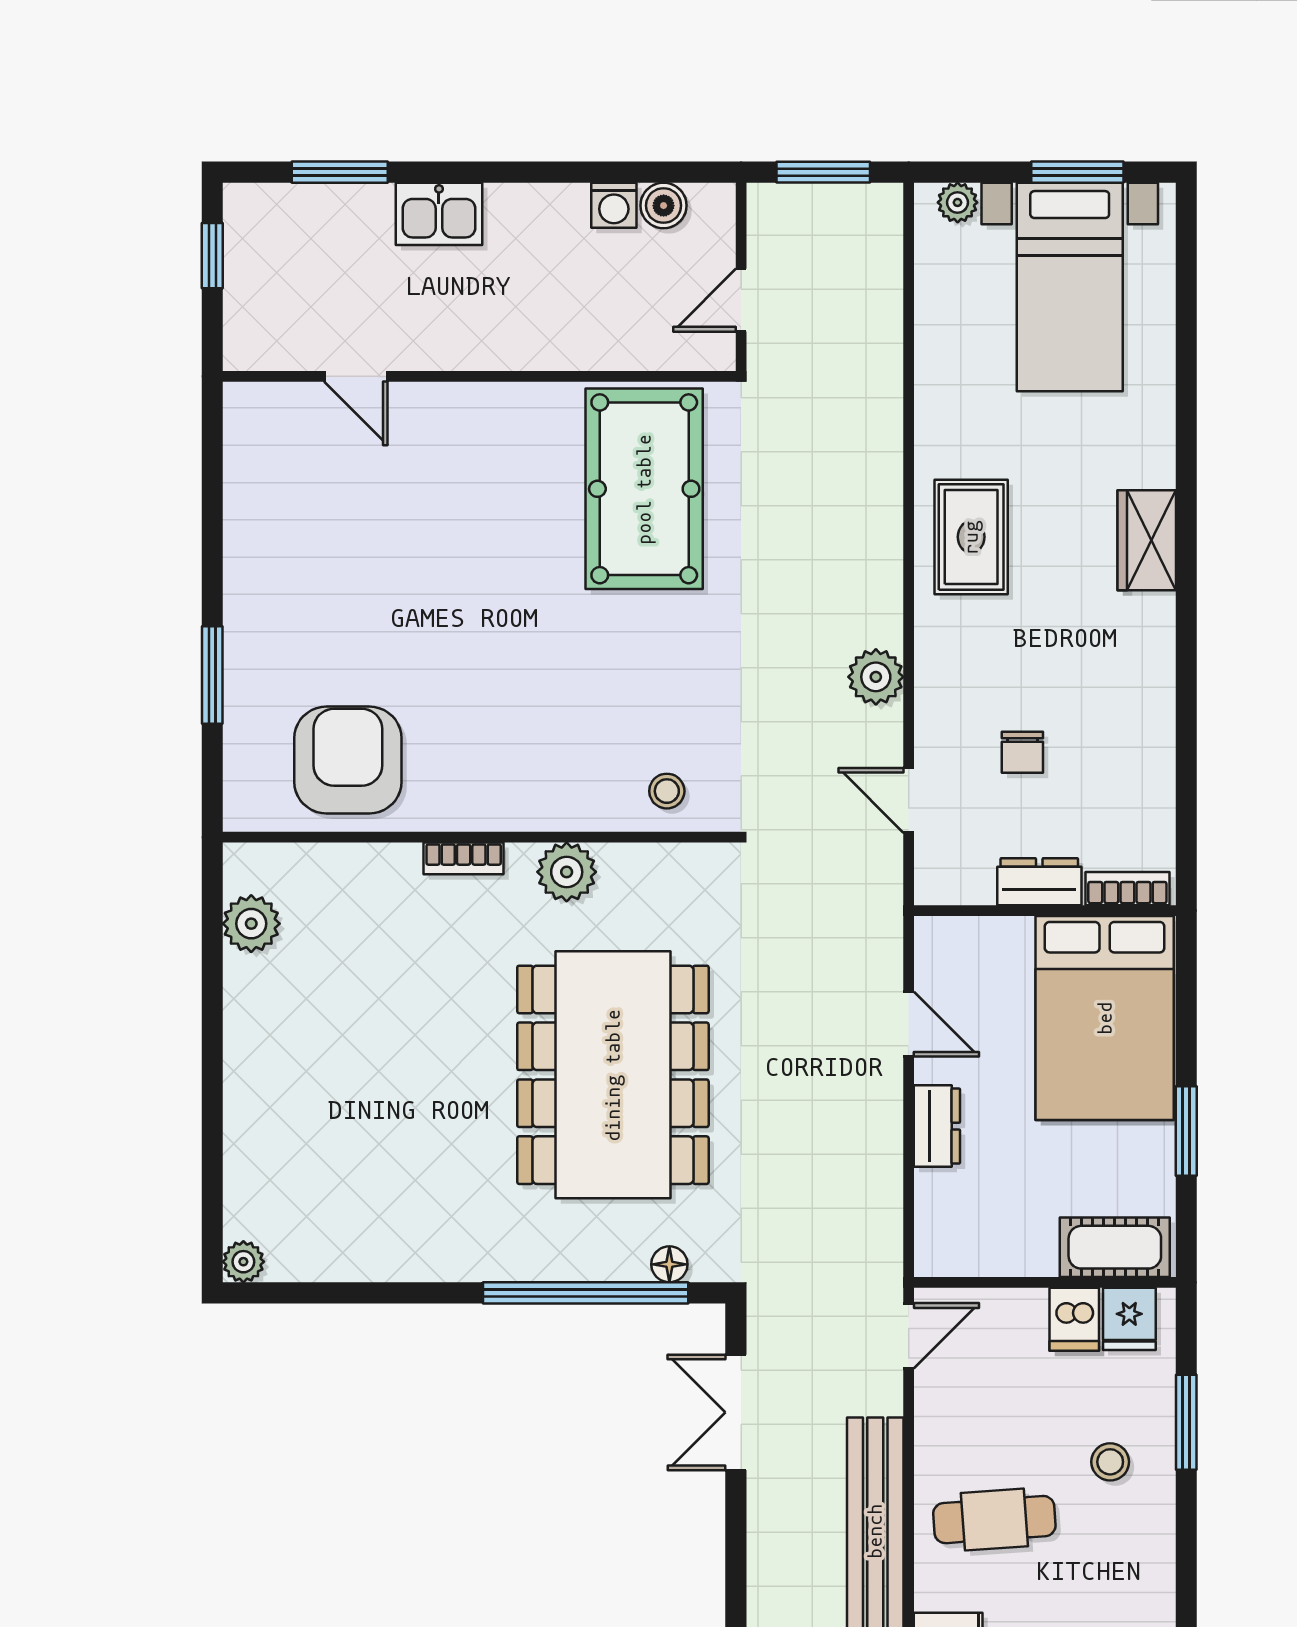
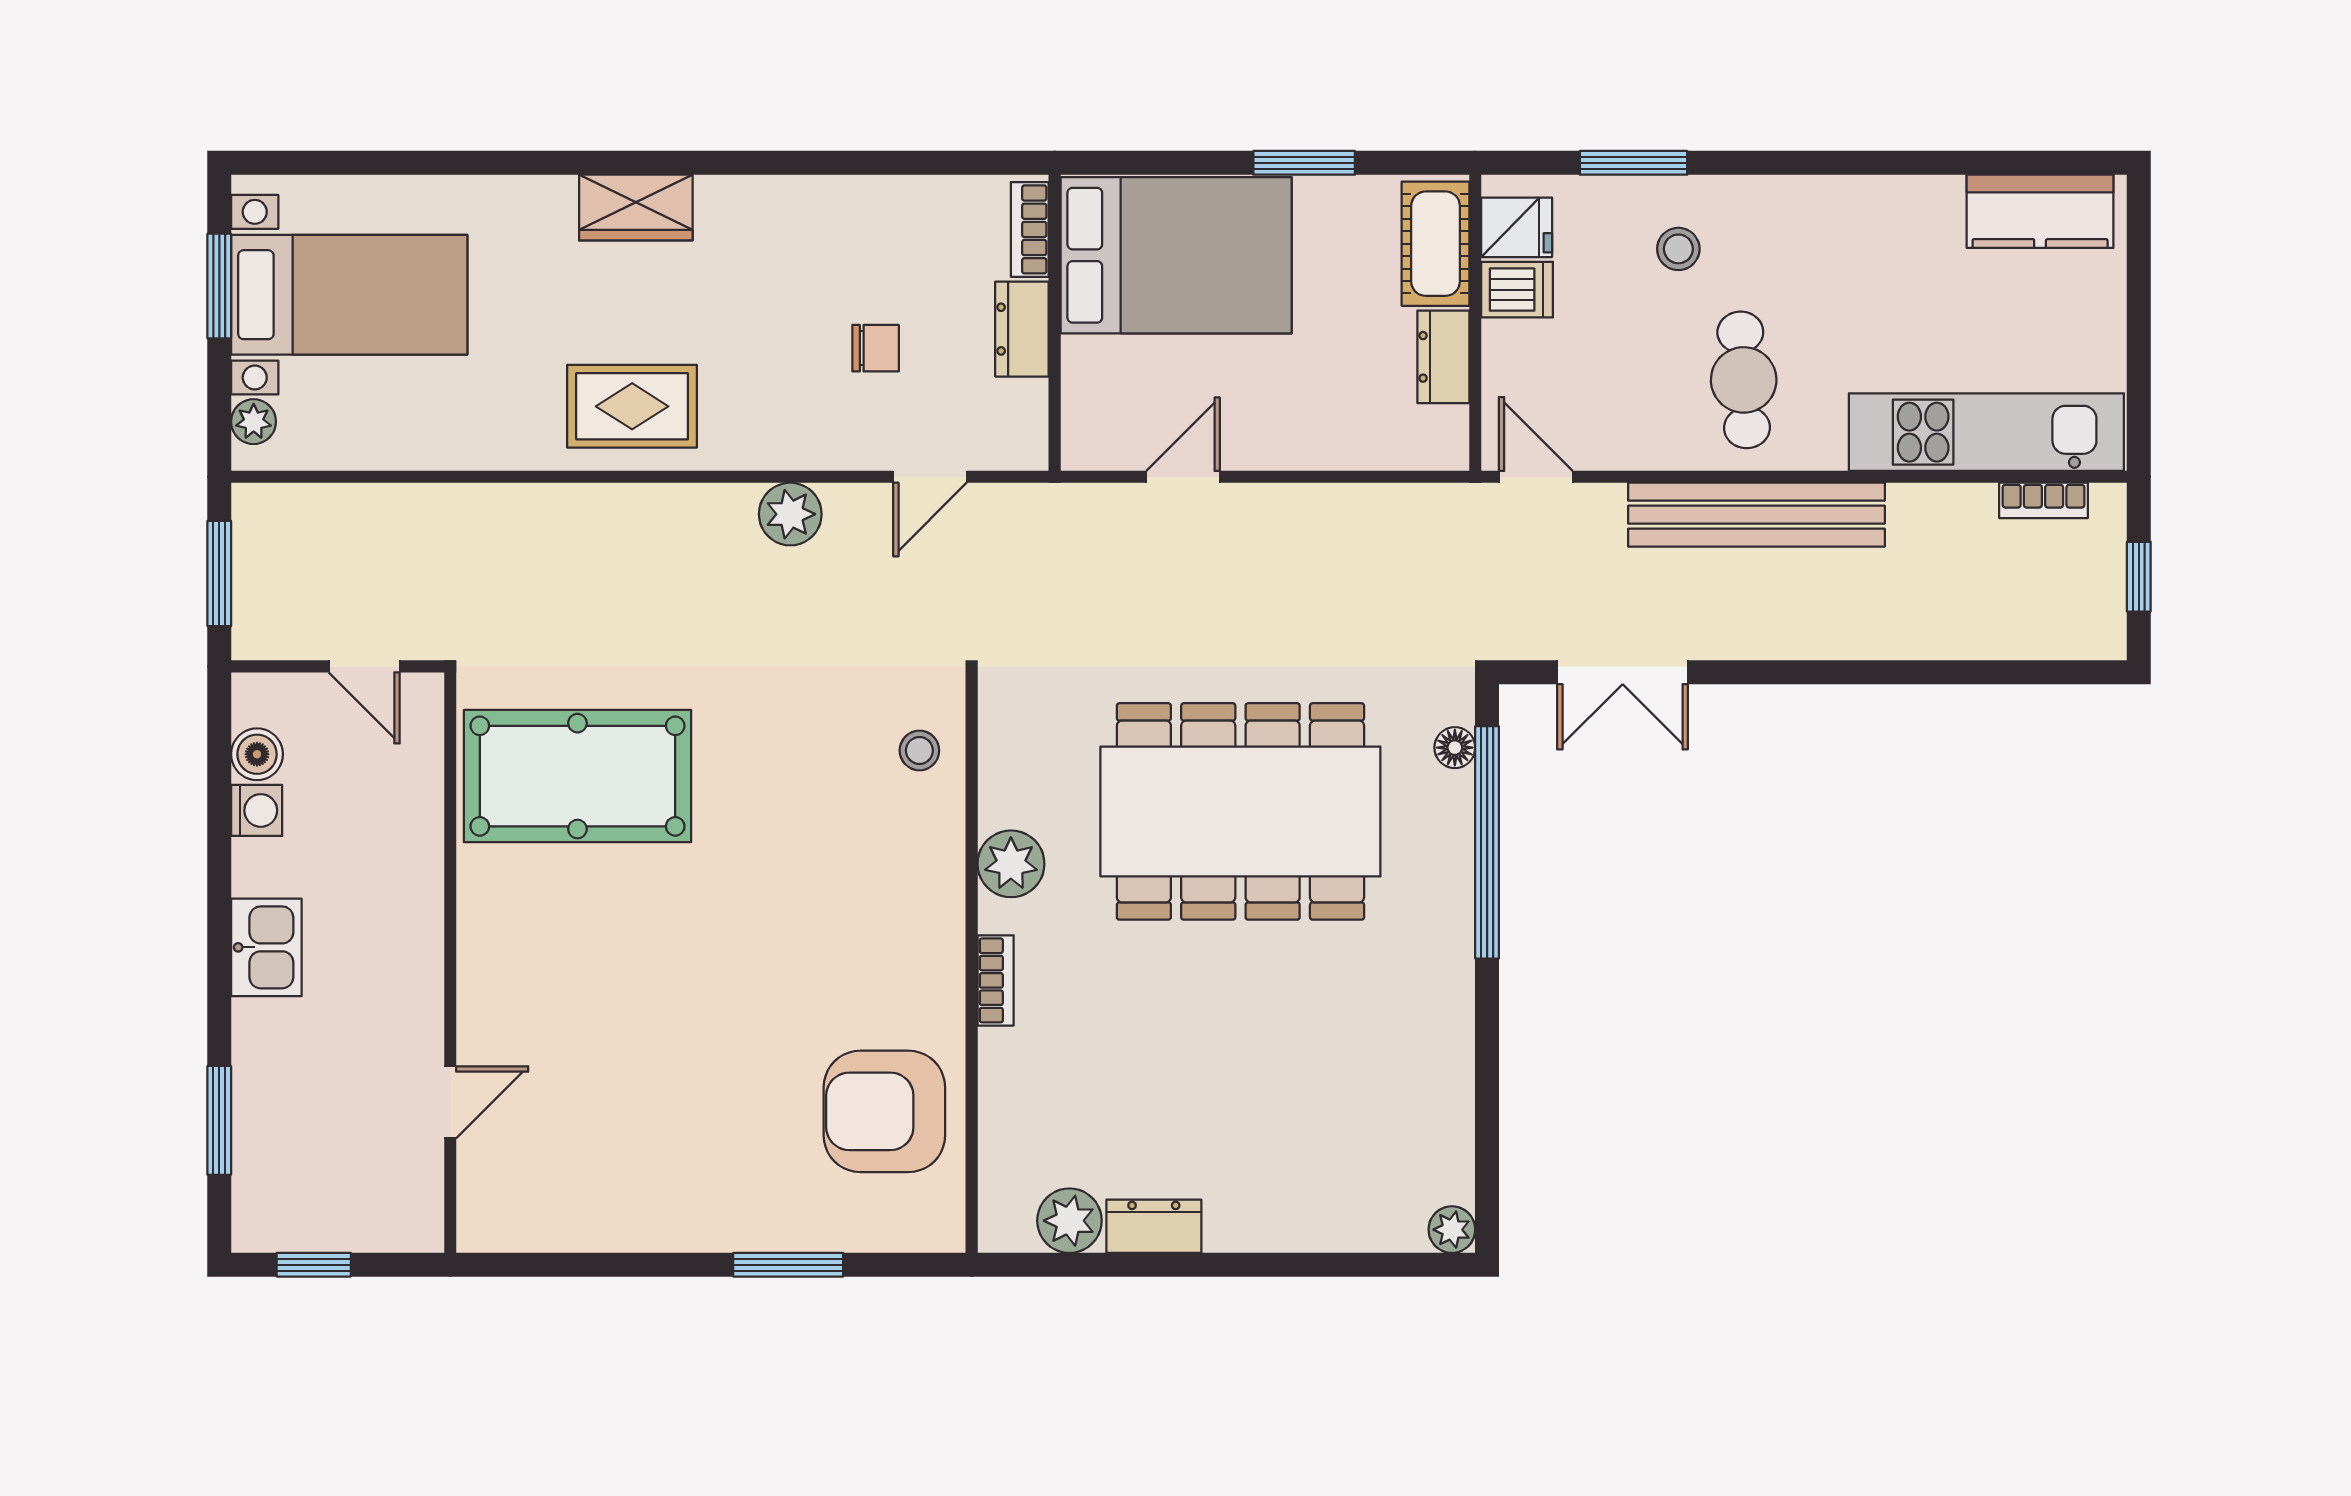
kitchen sink: (439, 214) -> (266, 947), moved
dresser: (246, 998) -> (1154, 1226), added
dresser: (937, 1126) -> (1443, 357), moved, turned -90

